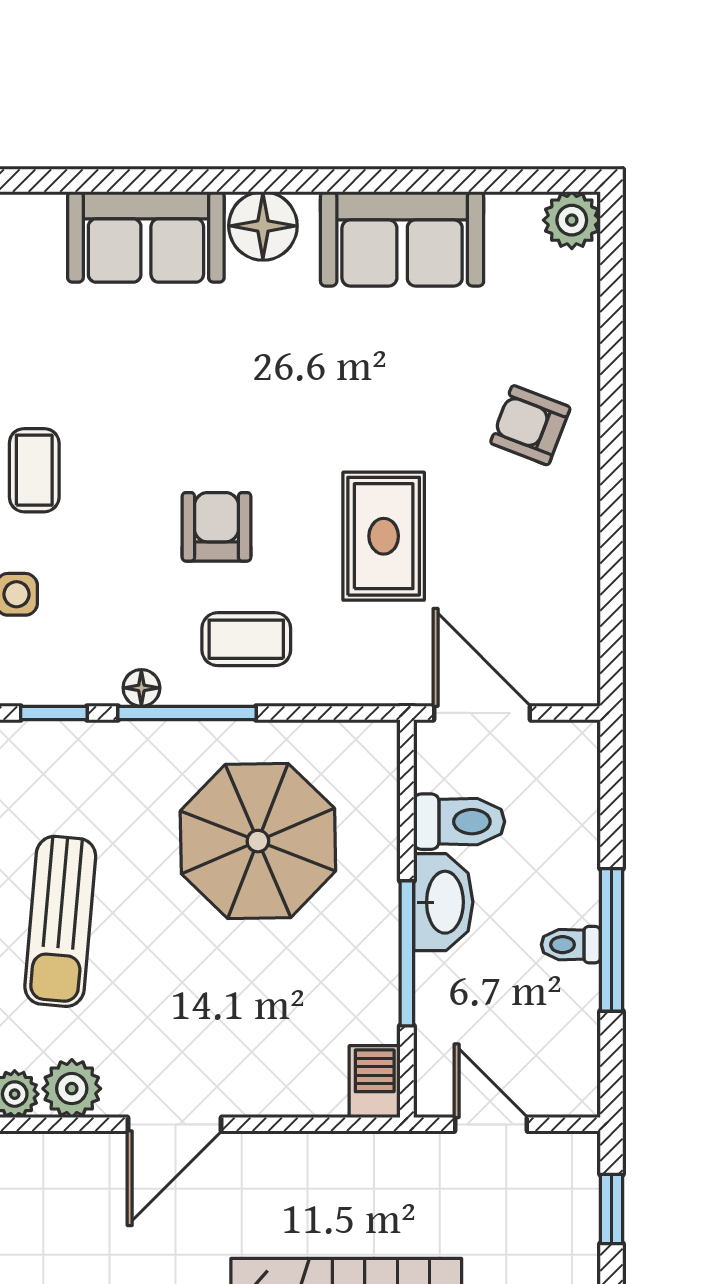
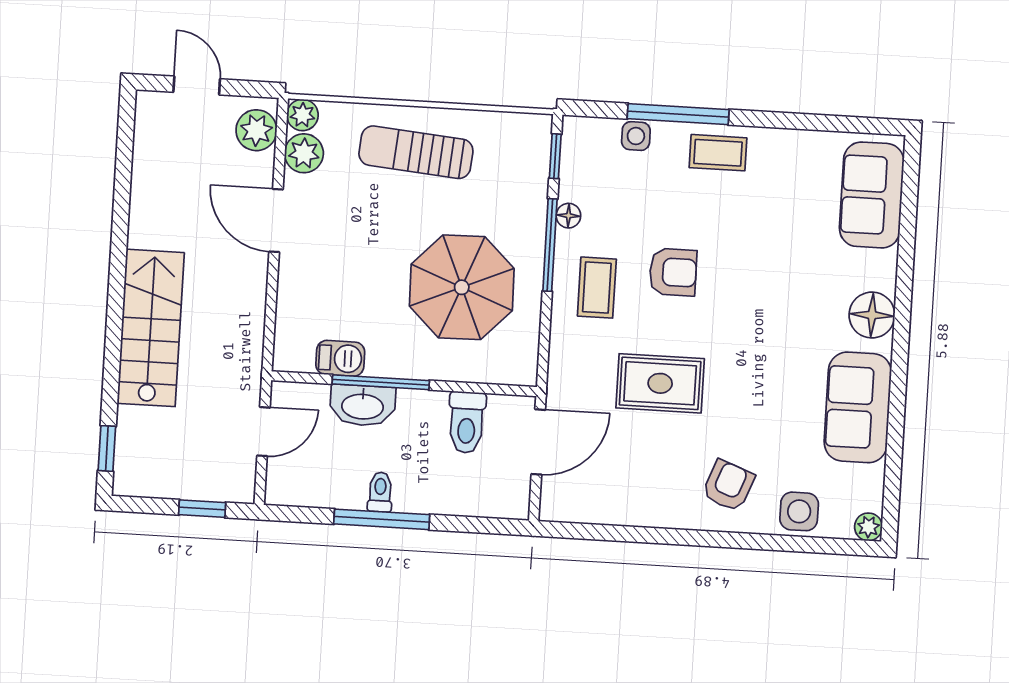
plant: (572, 220) -> (868, 527), width x0.73, depth x0.73
sofa: (146, 237) -> (872, 195), moved
side table: (563, 317) -> (799, 511), added
washbasin: (443, 902) -> (363, 405), moved
barbecue: (375, 1082) -> (340, 358), moved
plant: (42, 1162) -> (256, 130), added

